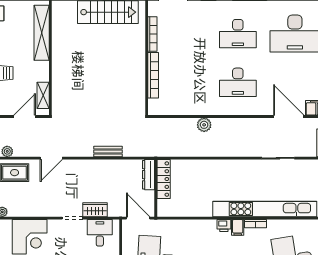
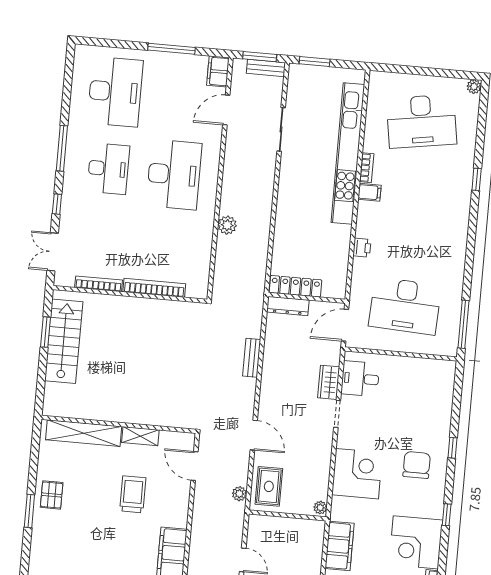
desk: (238, 82) -> (174, 175), width x1.36, depth x1.30
shelving: (43, 95) -> (140, 436), moved
door: (289, 117) -> (226, 110), width x0.73
printer: (224, 225) -> (362, 248), moved

